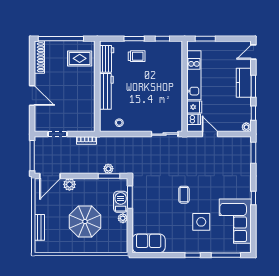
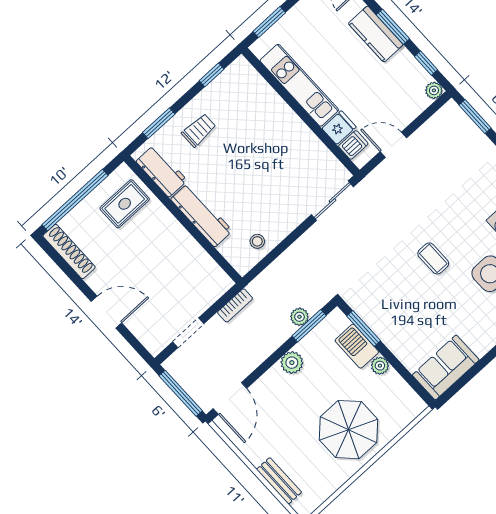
window: (134, 39) -> (159, 123), moved
plant: (69, 184) -> (292, 363), moved
parasol: (85, 222) -> (348, 430), moved

